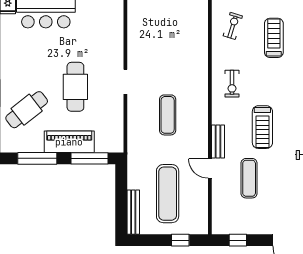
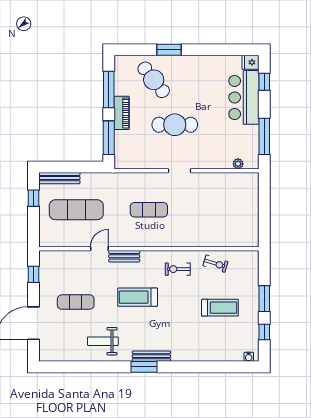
plant: (118, 18) -> (238, 164), added
exercise bike: (233, 26) -> (215, 264), moved
piano: (69, 142) -> (122, 113), width x0.73, depth x0.75
exercise mat: (249, 178) -> (76, 302), moved
window: (180, 240) -> (33, 198), moved

